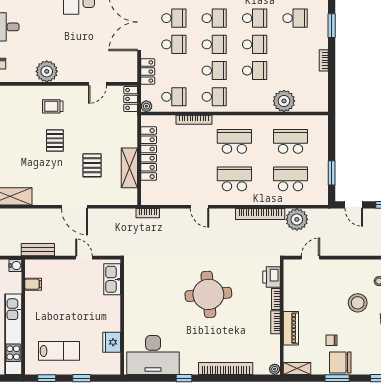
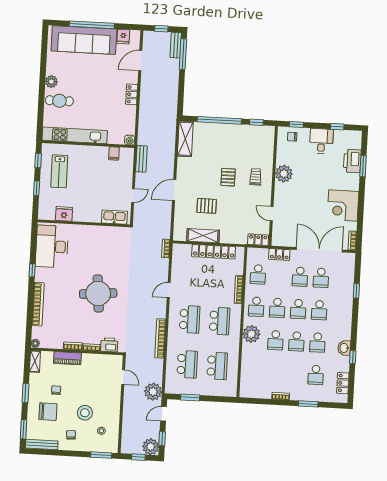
plant: (284, 101) -> (251, 334), moved
plant: (146, 106) -> (252, 252), removed
pallet: (55, 141) -> (228, 177), turned 90
plant: (297, 219) -> (153, 392), moved
chair: (340, 362) -> (48, 412), moved, turned 90

